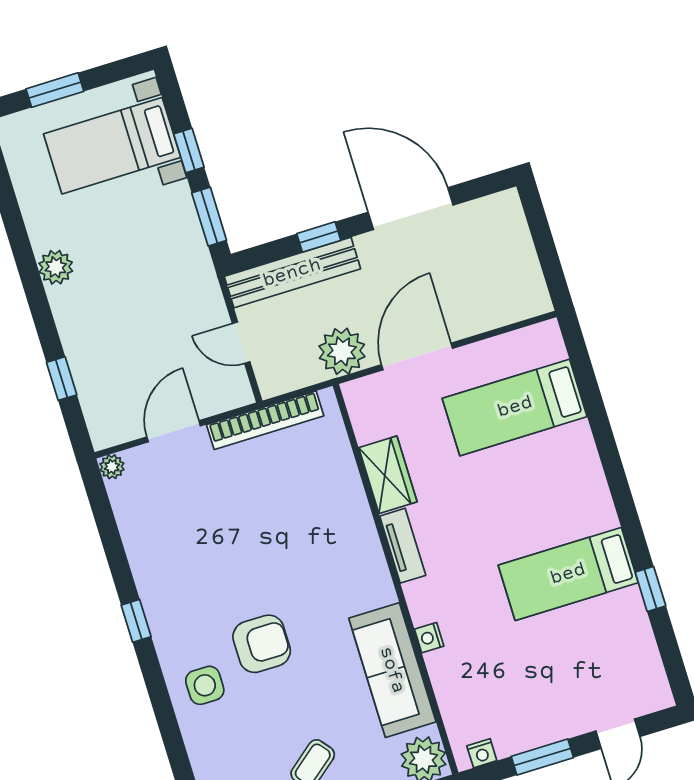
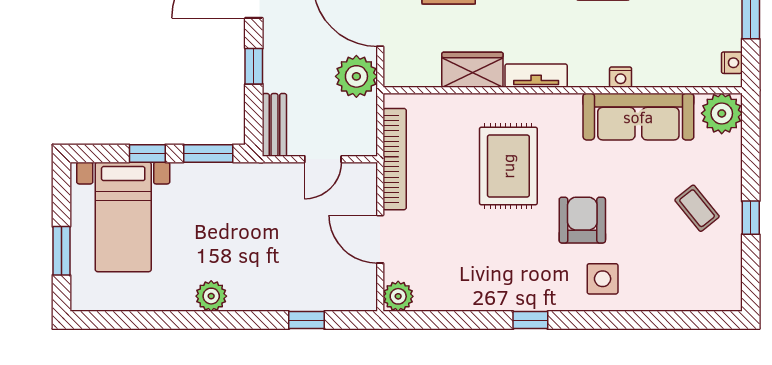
bench: (292, 273) -> (274, 125), width x0.54, depth x0.82
plant: (112, 467) -> (398, 296), width x1.38, depth x1.38
rug: (296, 546) -> (508, 166), added

